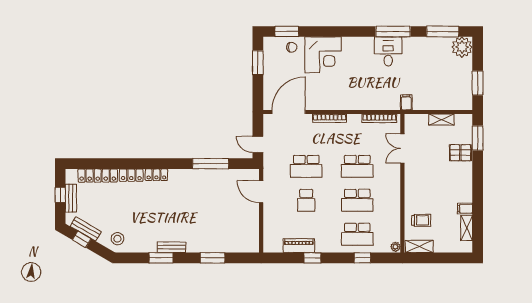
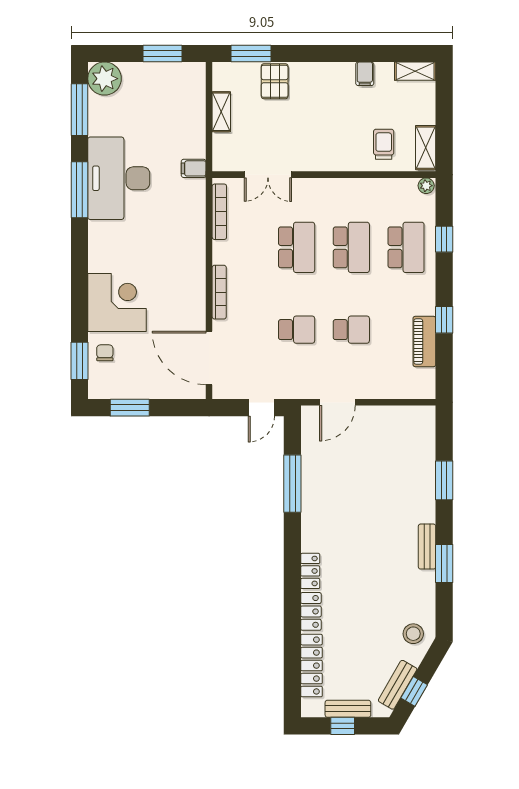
desk: (388, 52) -> (119, 178), width x1.87, depth x1.30
school desk: (306, 166) -> (297, 330), width x0.54
shelving: (467, 228) -> (415, 71), moved

